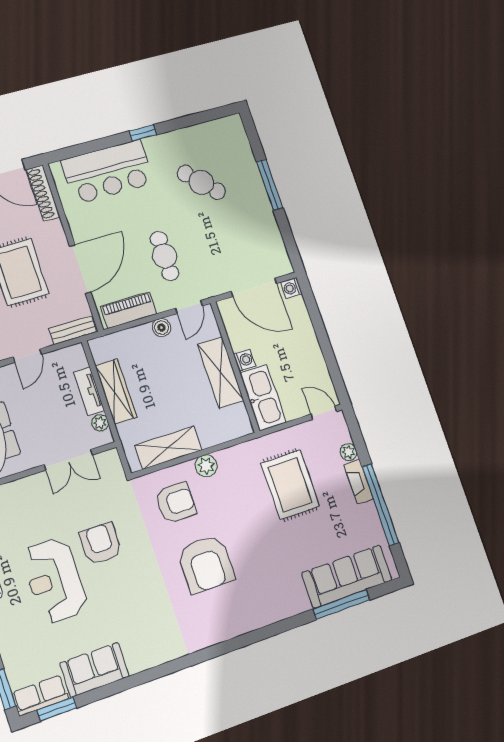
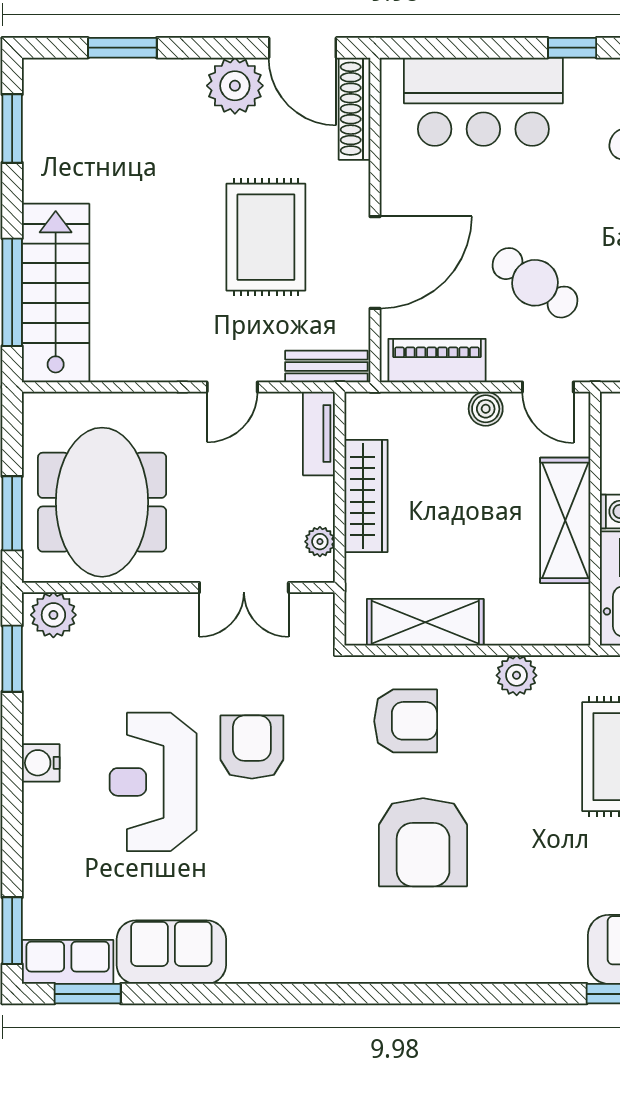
cafe table: (165, 256) -> (535, 283), turned -55
door: (189, 307) -> (548, 387), hinge flipped
tv unit: (89, 391) -> (319, 434), moved
plant: (206, 466) -> (517, 675), moved

